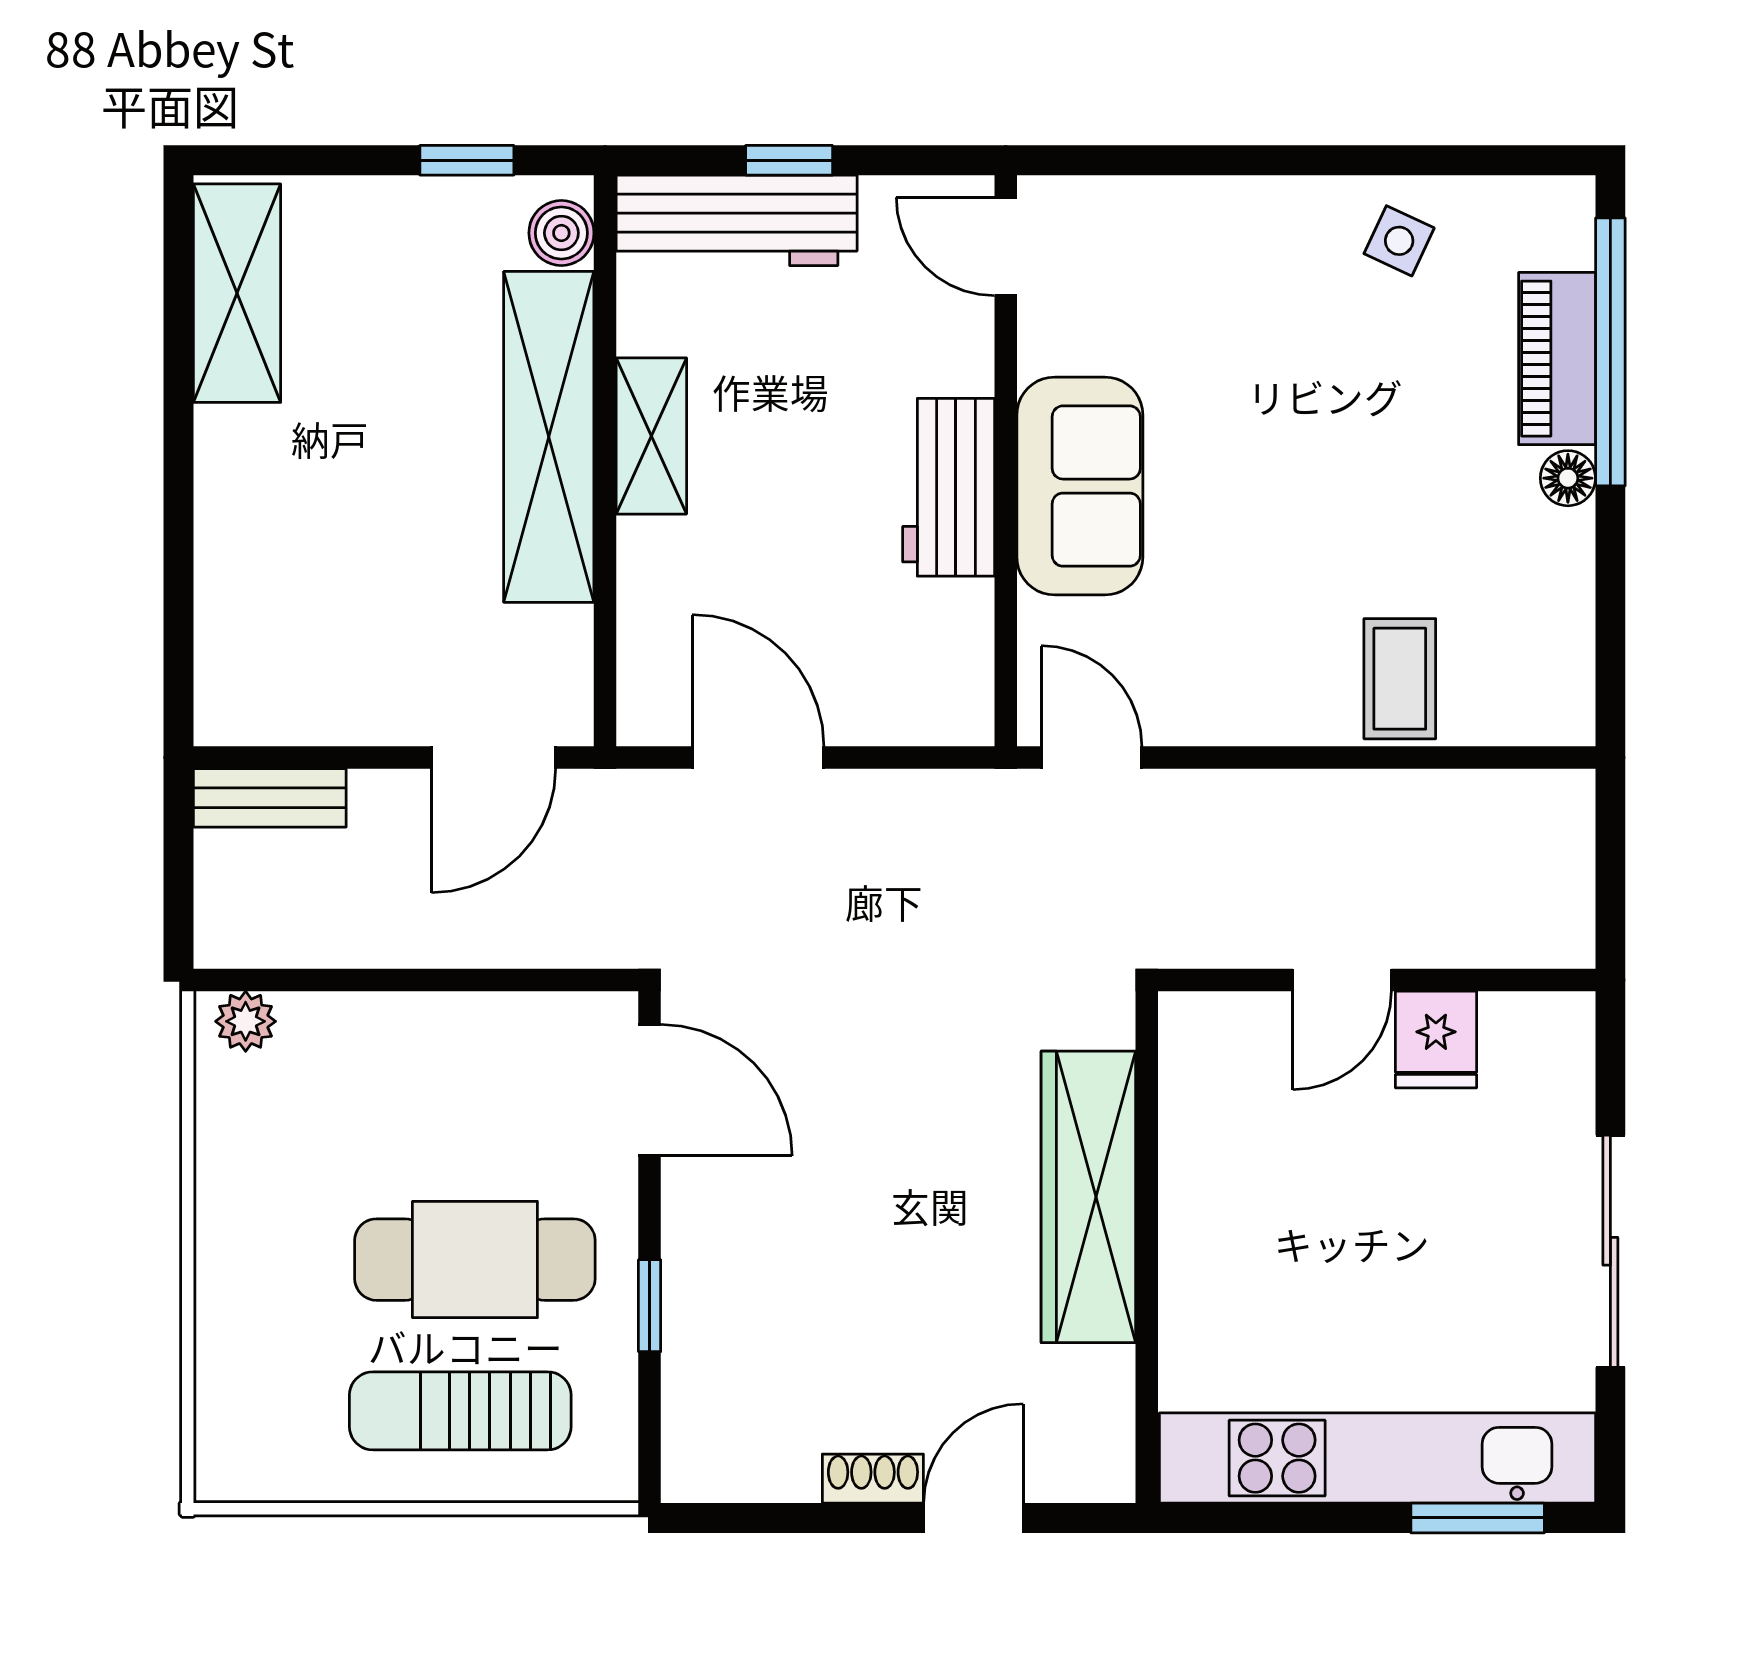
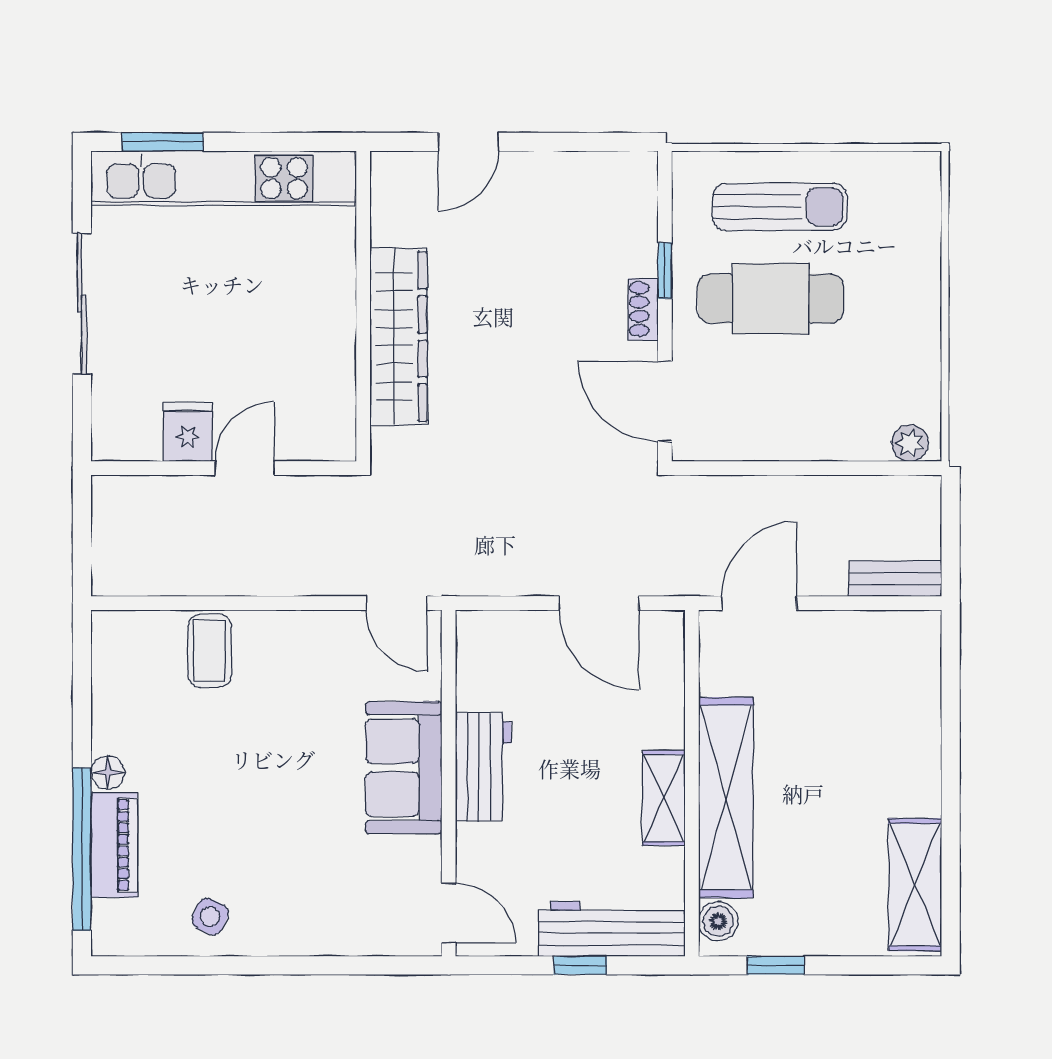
shoe rack: (873, 1479) -> (643, 309), moved, turned 90

